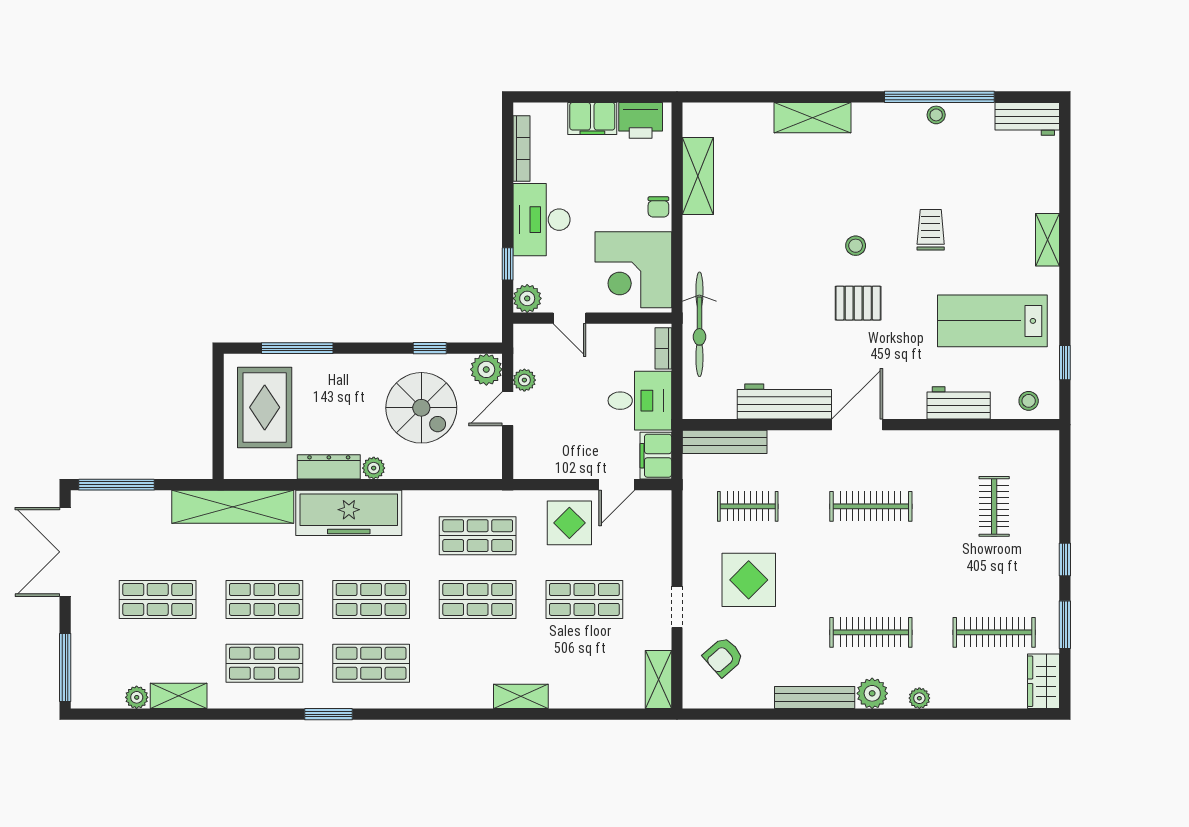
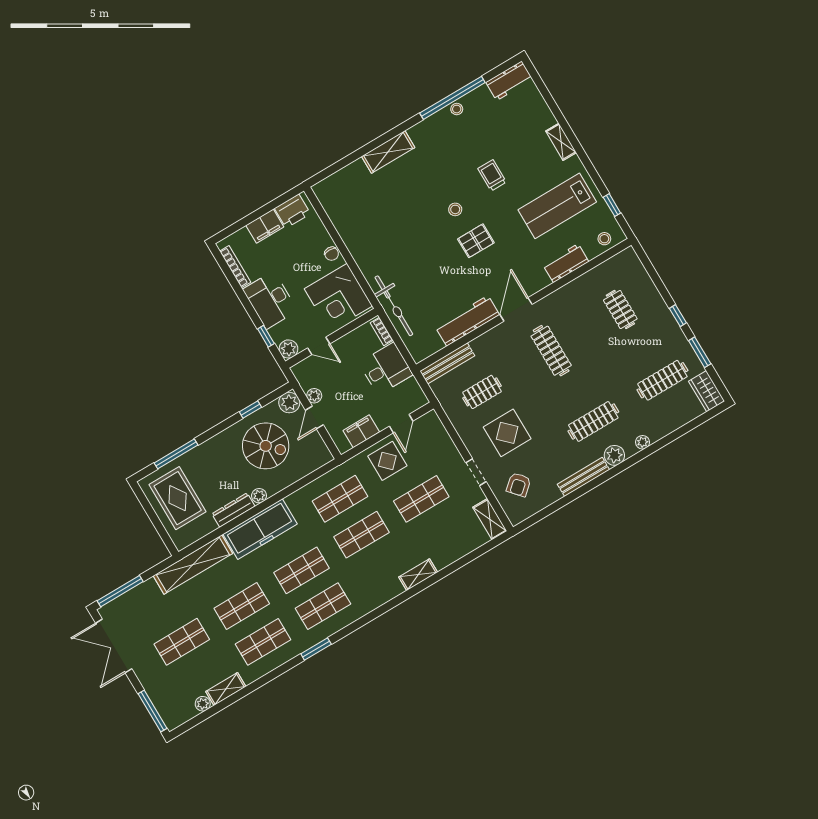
shelving: (698, 176) -> (343, 223), removed
filing cabinet: (656, 456) -> (361, 431), moved, turned 90
clothes rail: (871, 506) -> (551, 351), turned 90

